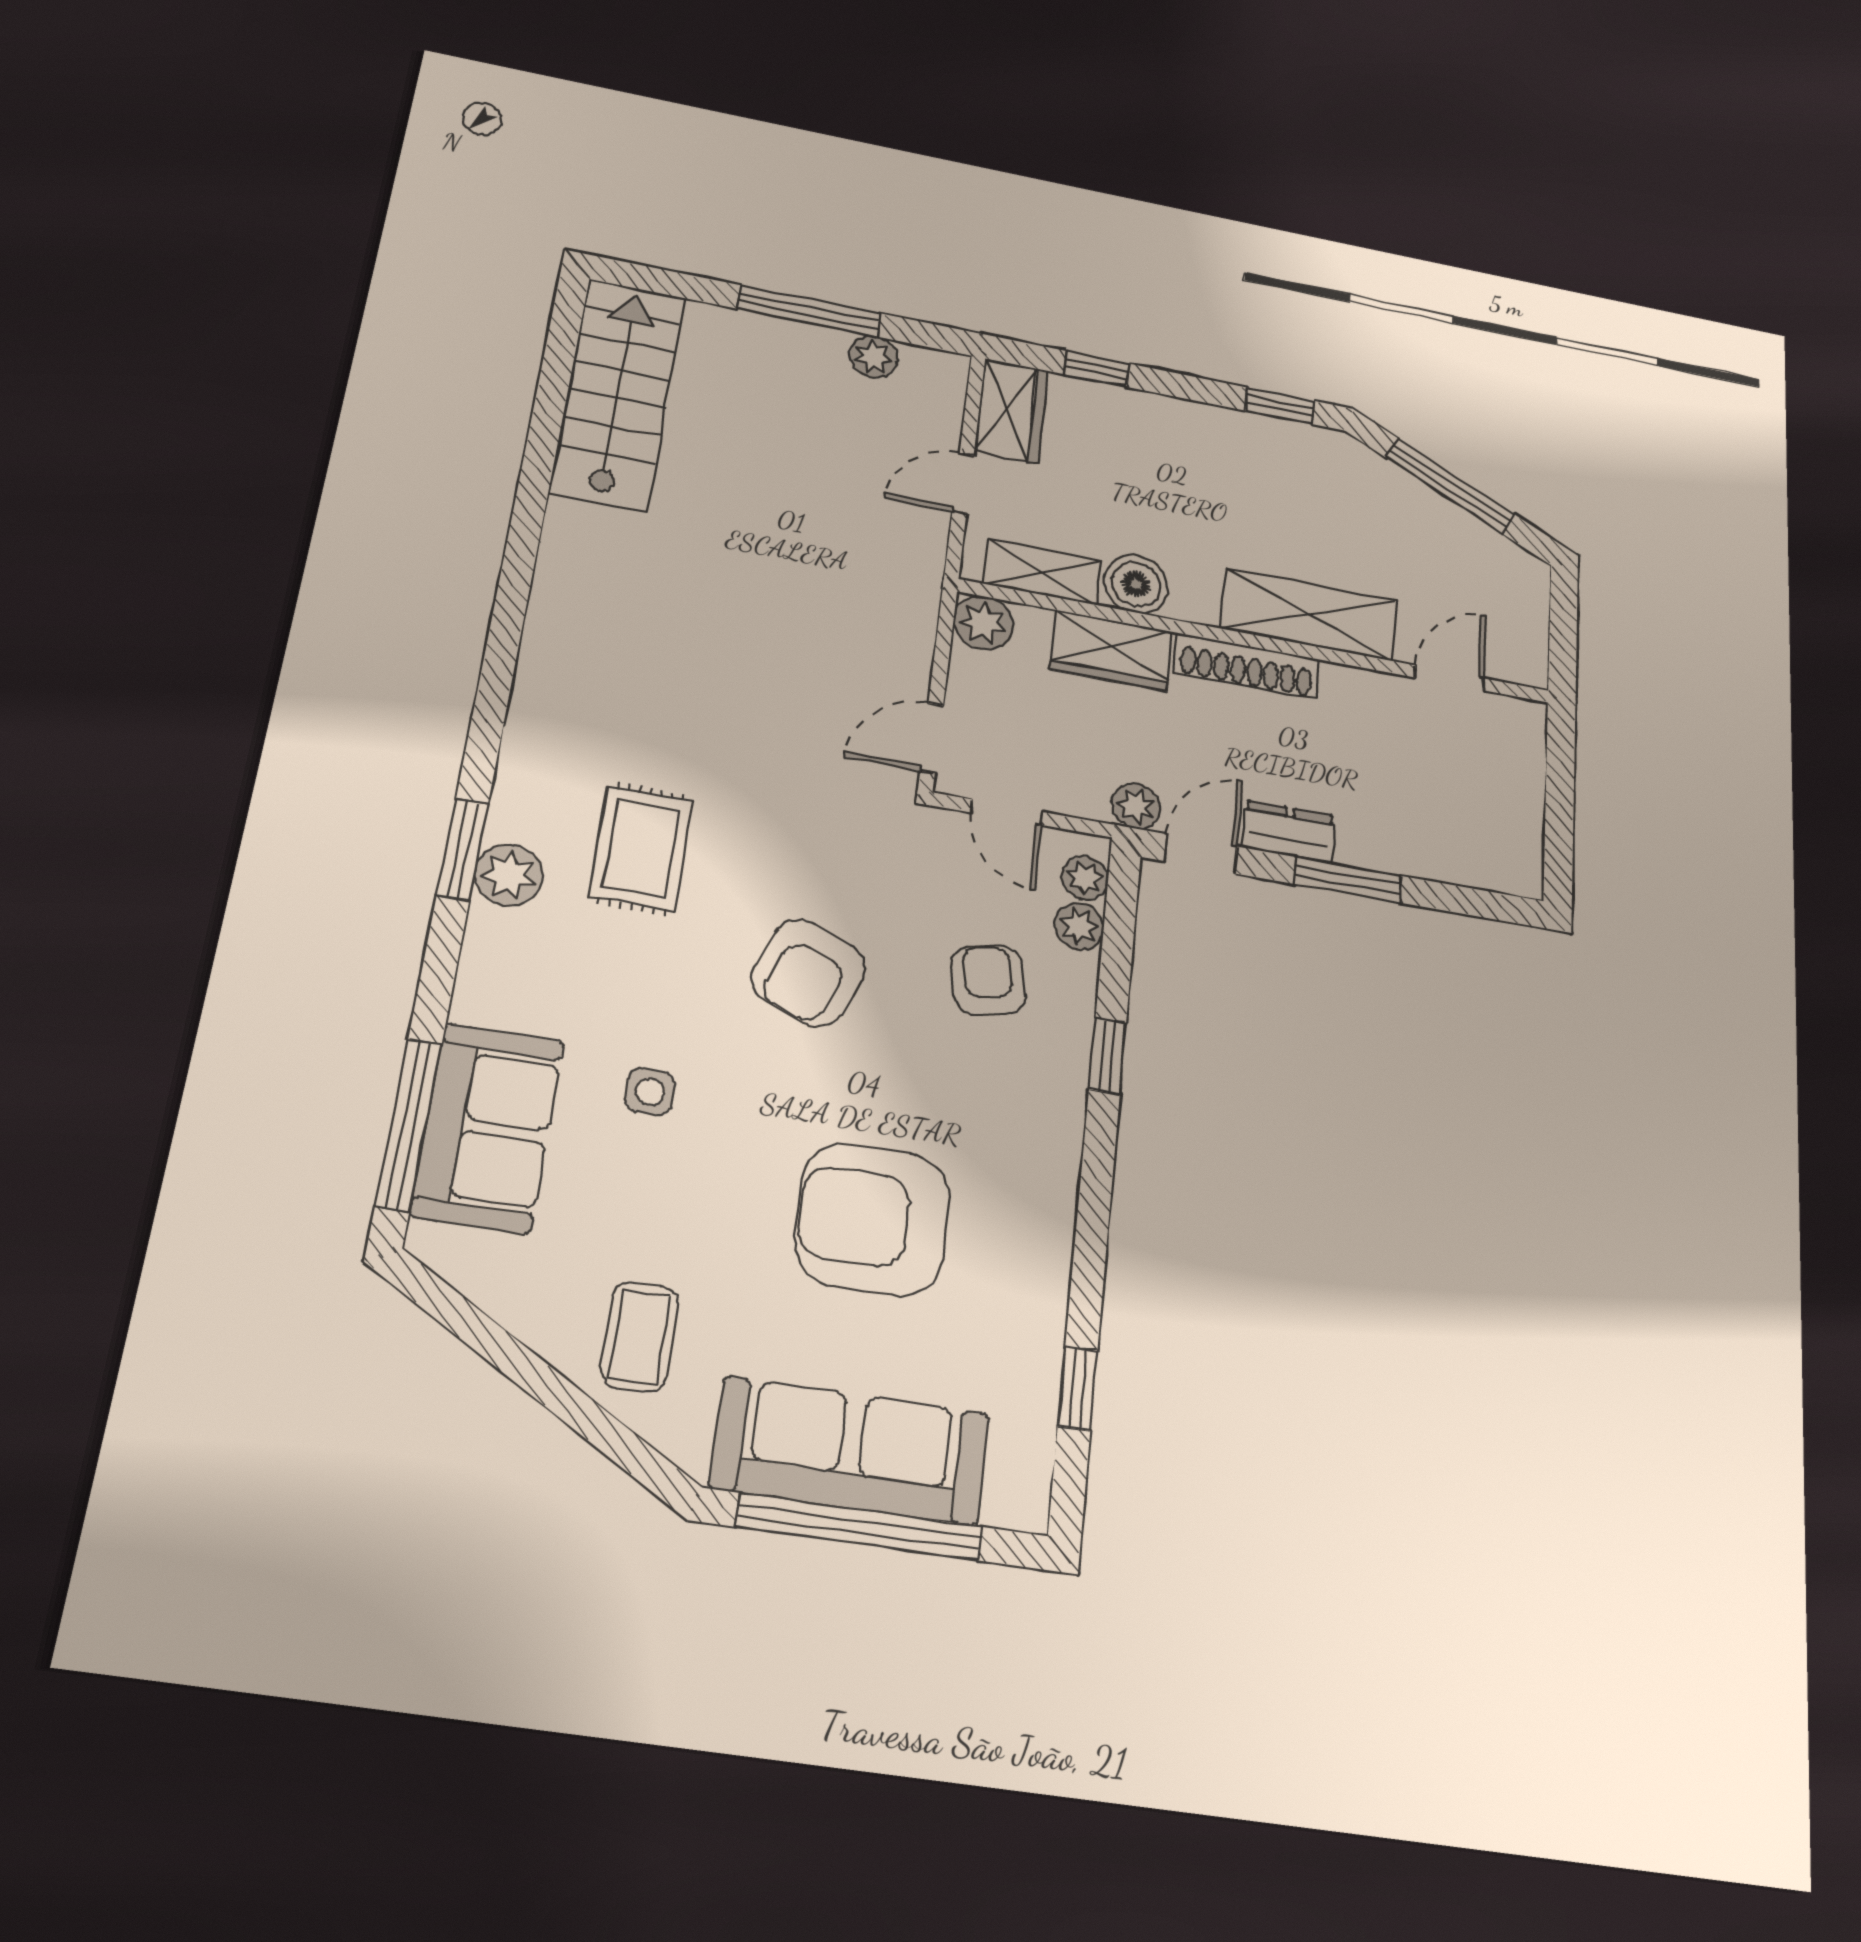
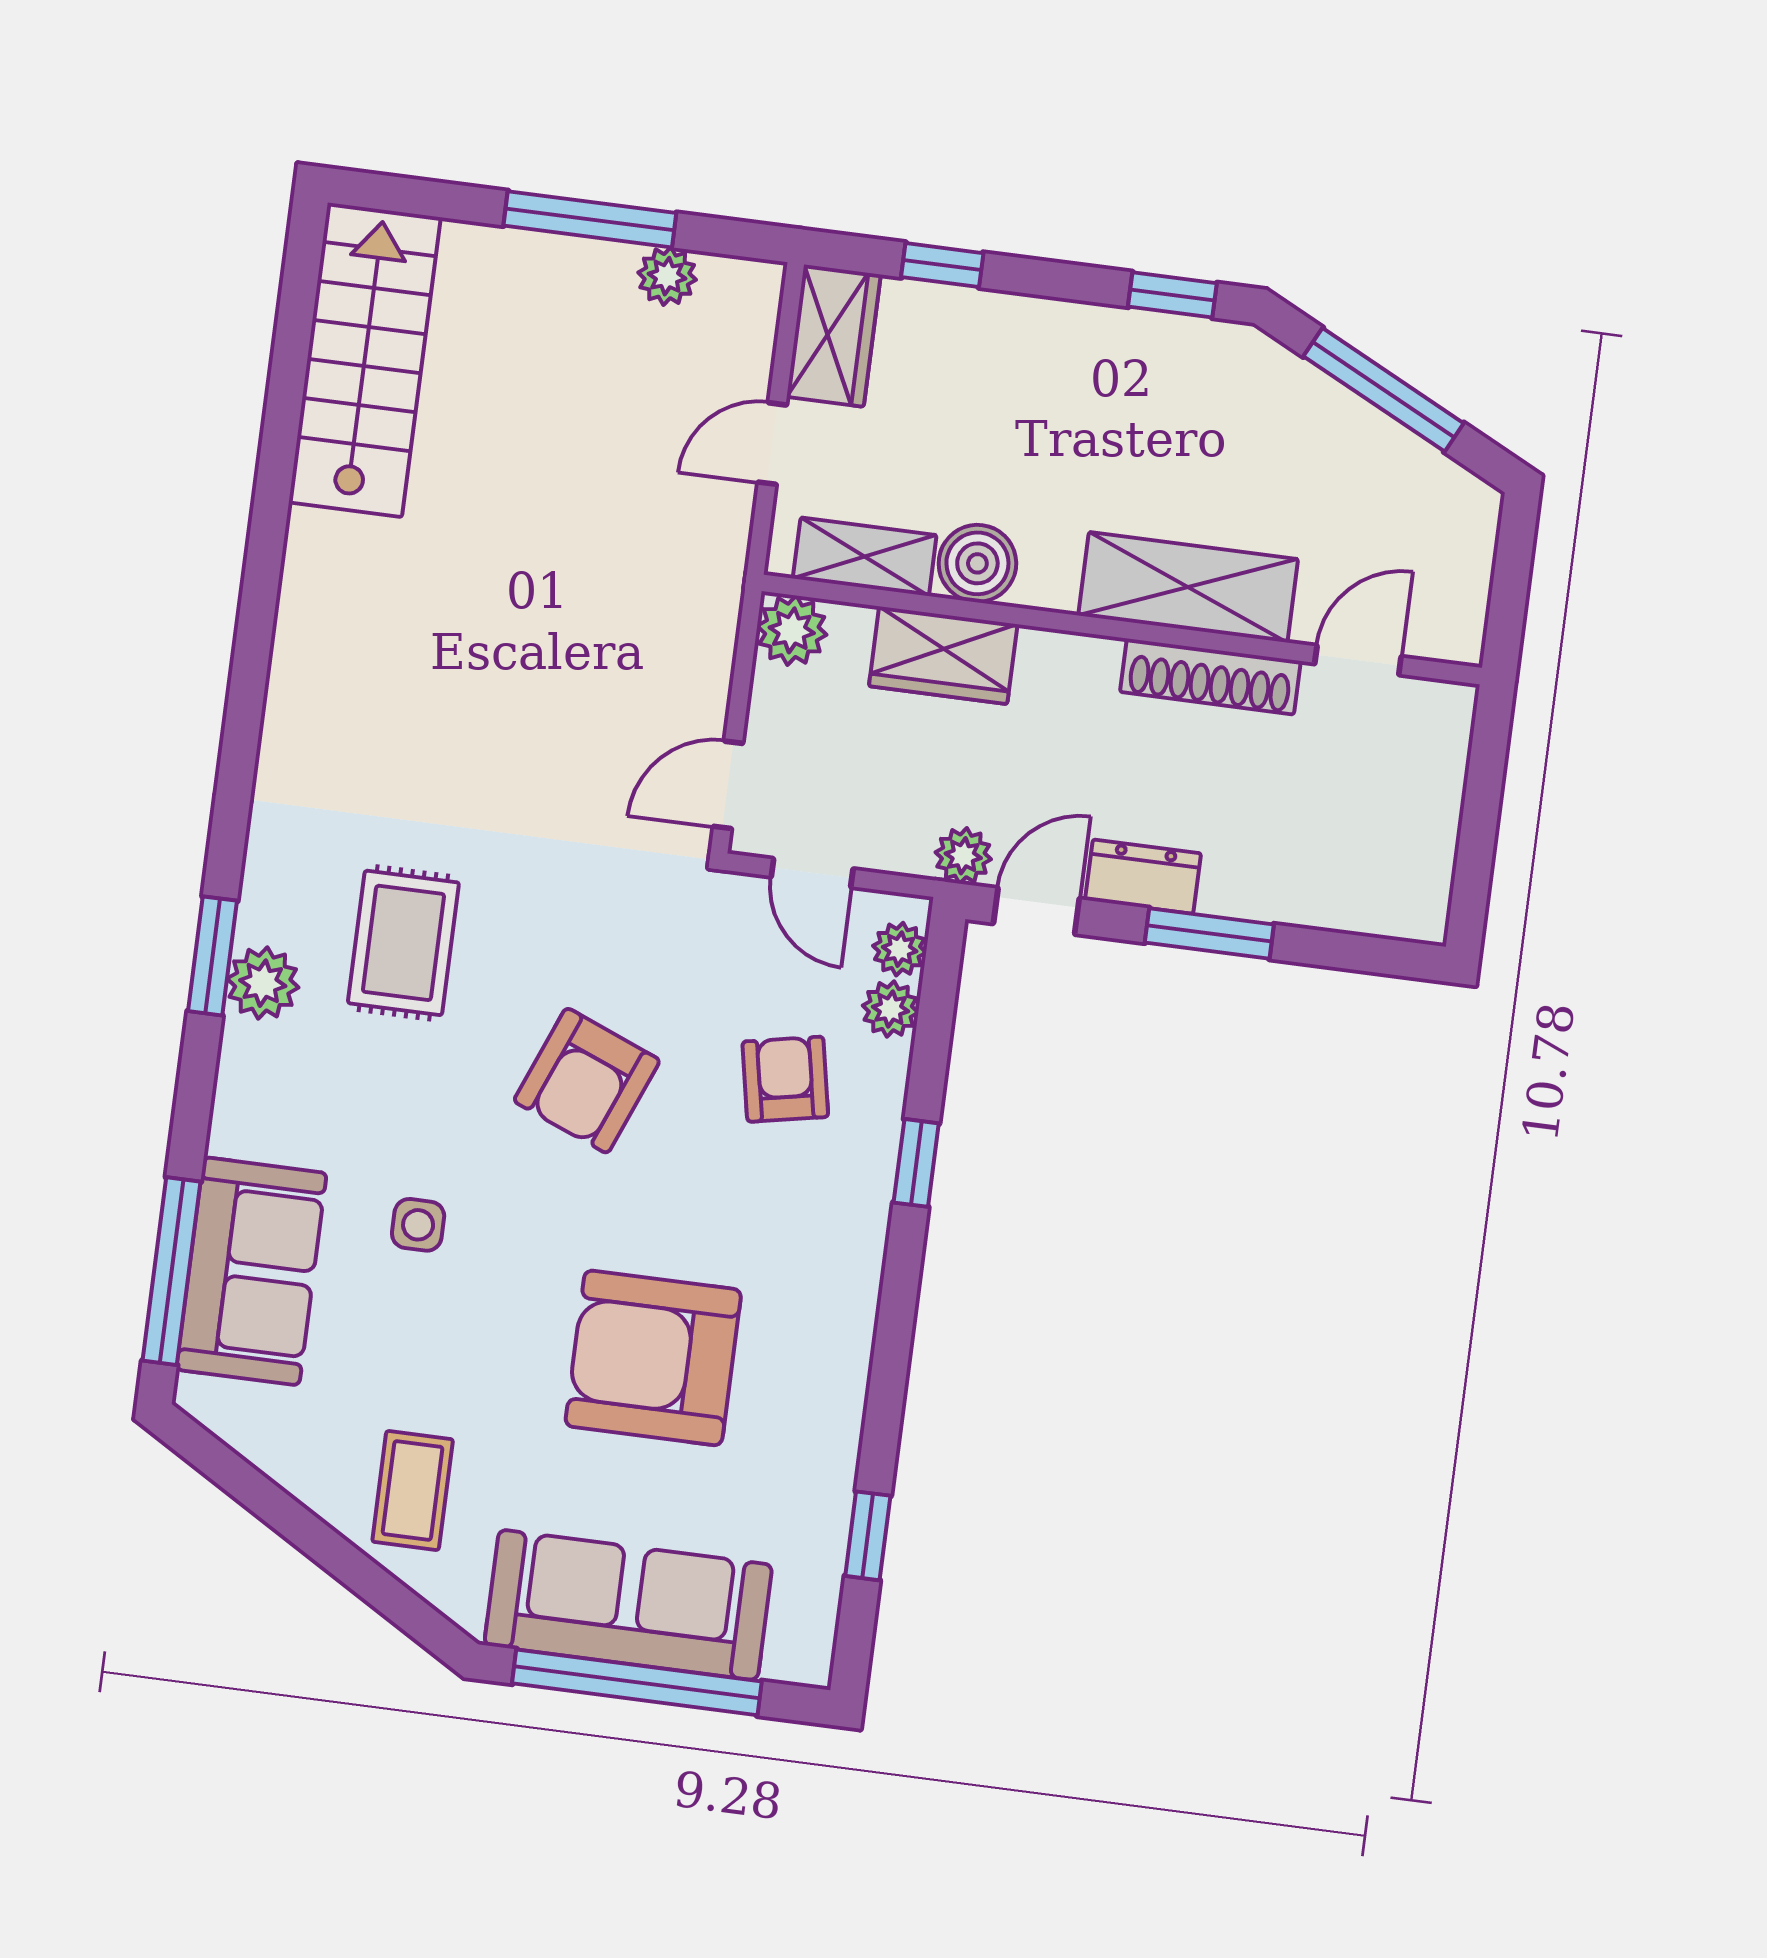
shoe rack: (1247, 666) -> (1210, 677), moved

